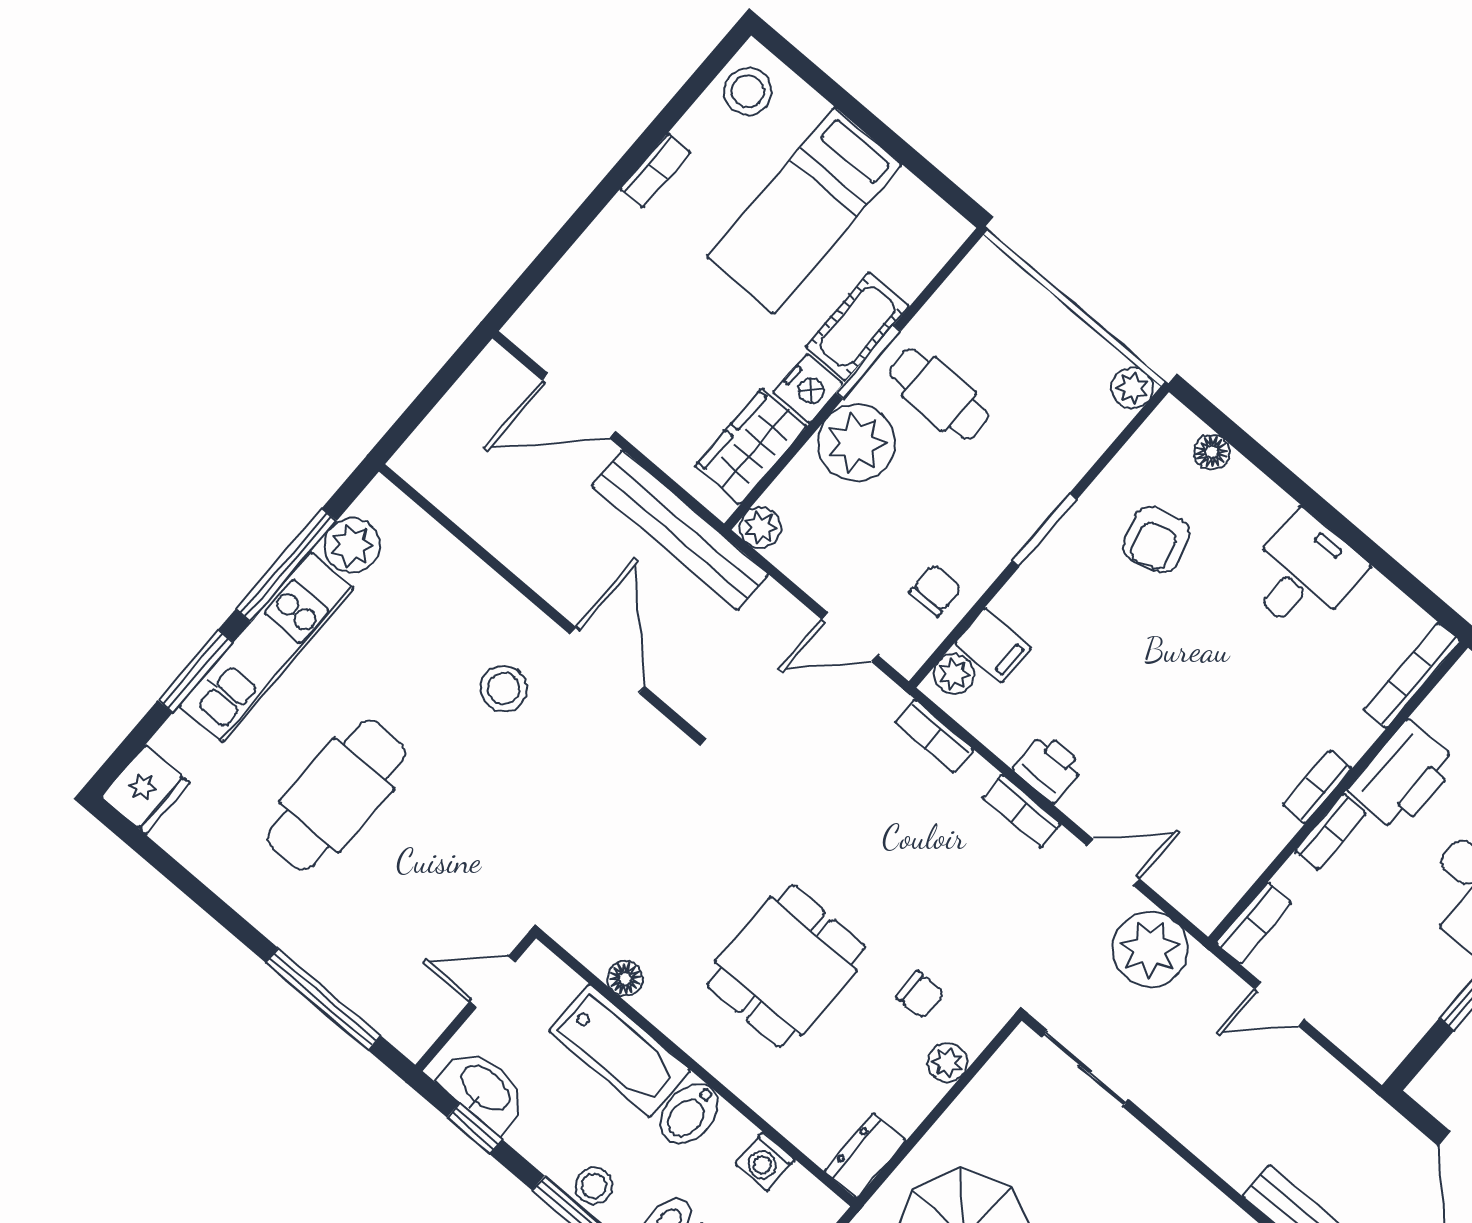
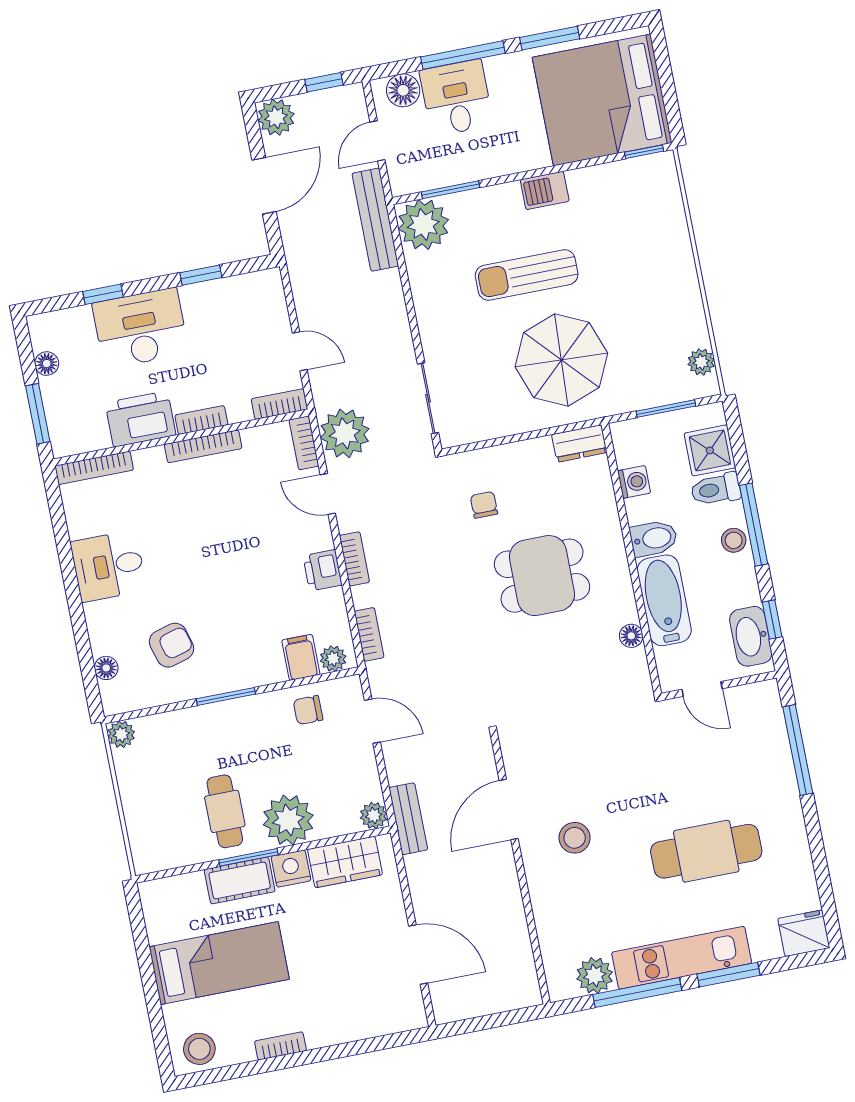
bench: (680, 530) -> (408, 819), width x0.54, depth x0.82
bookcase: (1317, 787) -> (203, 446), width x1.56
bookcase: (1189, 900) -> (304, 443), added
plant: (947, 1062) -> (497, 458), removed

